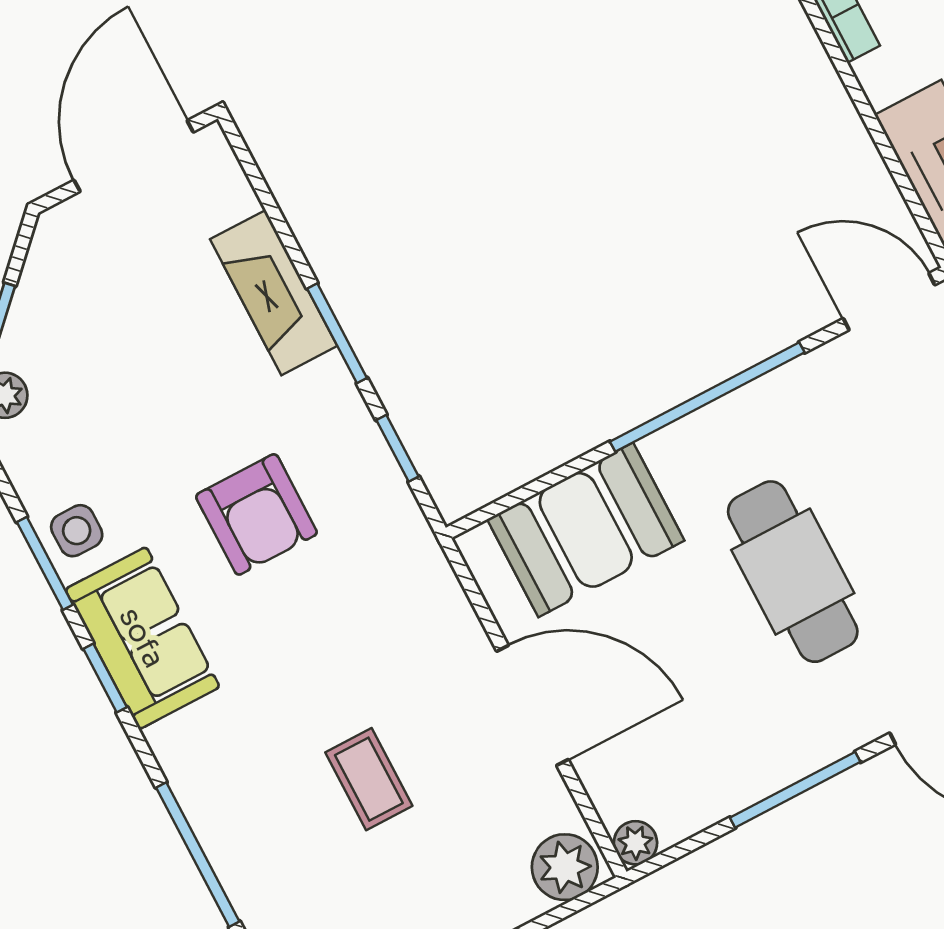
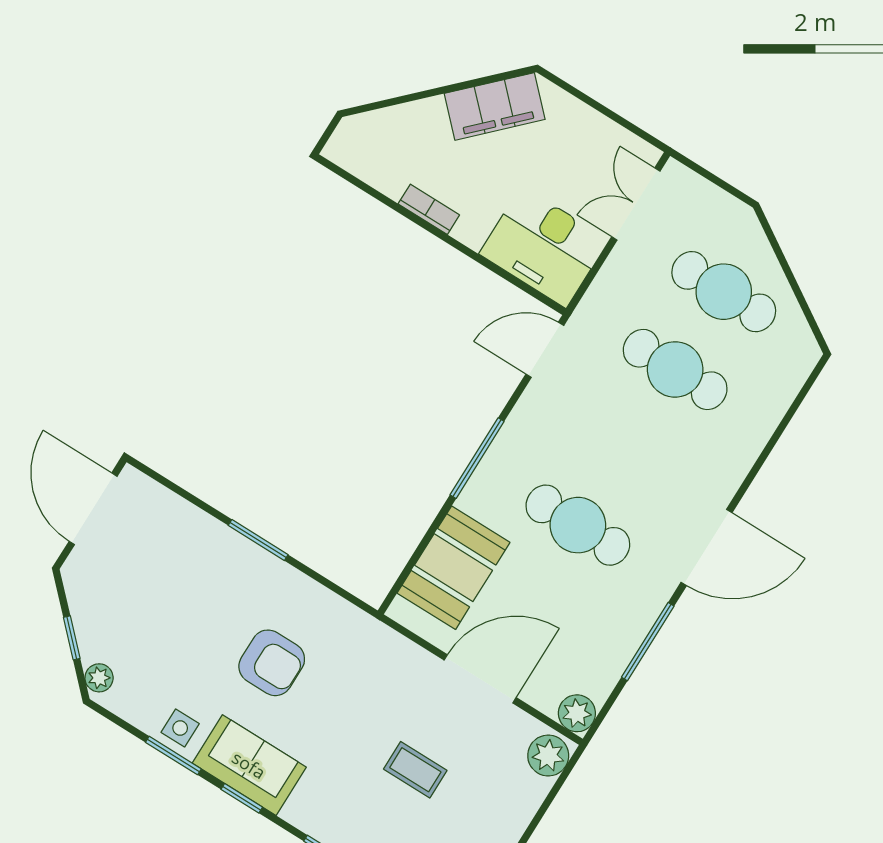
fireplace: (274, 293) -> (211, 538), removed
window: (707, 397) -> (477, 458), width x0.68
window: (397, 448) -> (327, 583), removed
plant: (635, 843) -> (577, 713), width x1.38, depth x1.38

